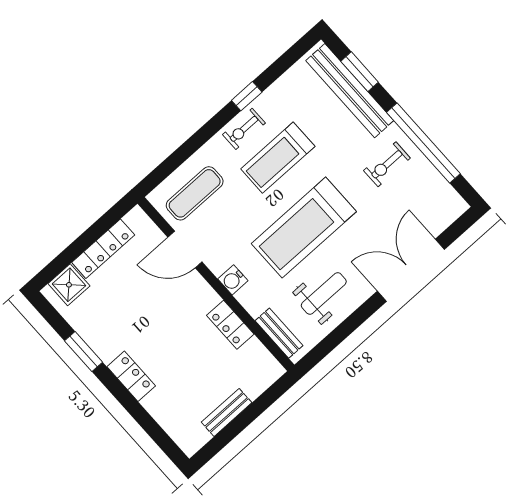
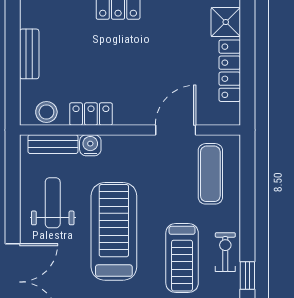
treadmill: (278, 158) -> (182, 258), turned 180
water cooler: (233, 280) -> (90, 145), moved
weight bench: (324, 293) -> (53, 203), turned 180
stool: (259, 360) -> (46, 112), added

